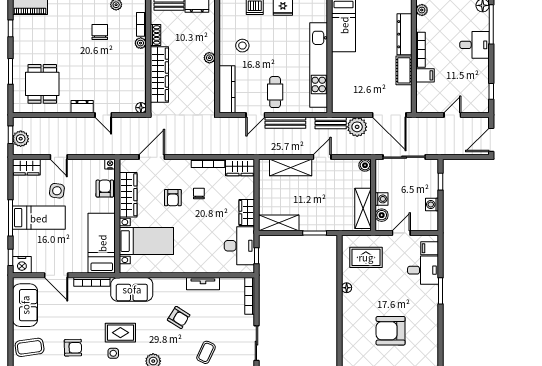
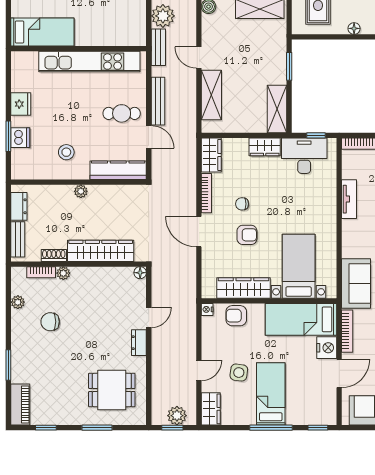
door: (152, 157) -> (199, 232), moved
nightstand: (22, 265) -> (327, 348), moved

